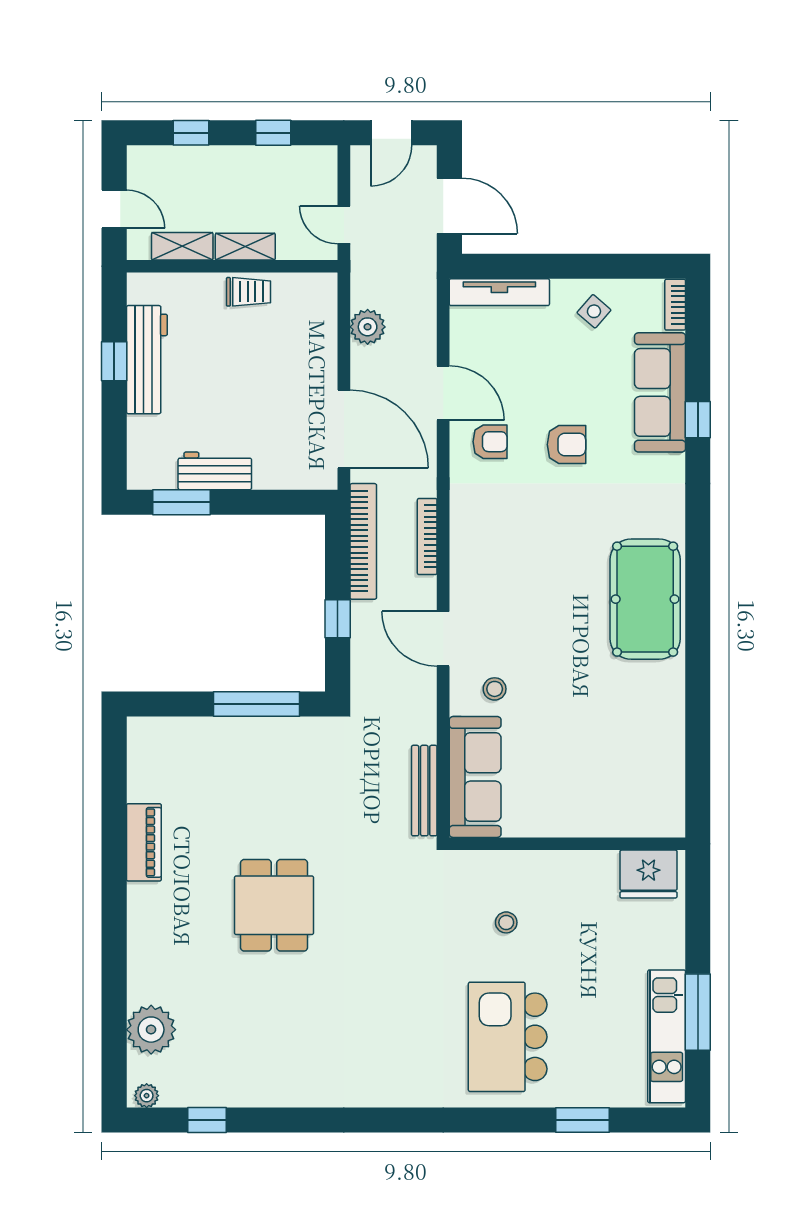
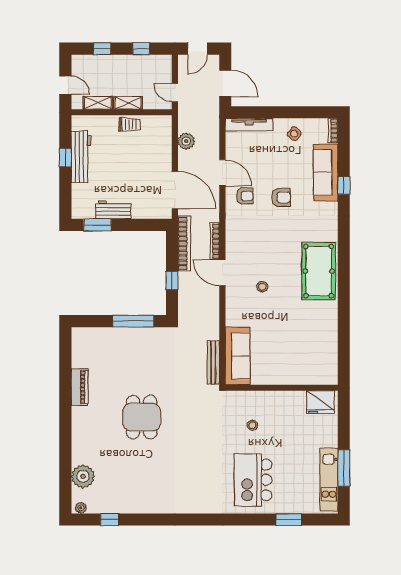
door: (443, 639) -> (222, 273), moved
stool: (495, 689) -> (262, 287), moved

